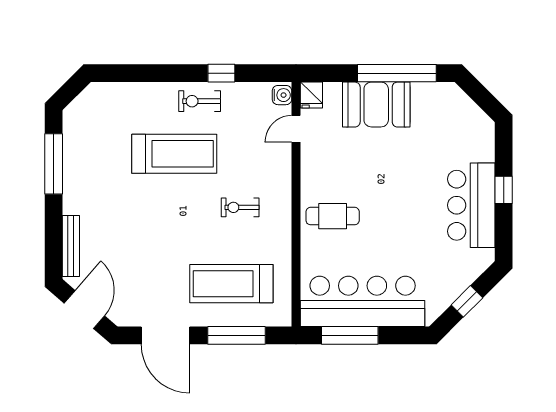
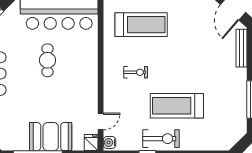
exercise bike: (200, 101) -> (161, 139), width x1.38, depth x1.39
cafe table: (333, 216) -> (47, 60), moved, turned 90

